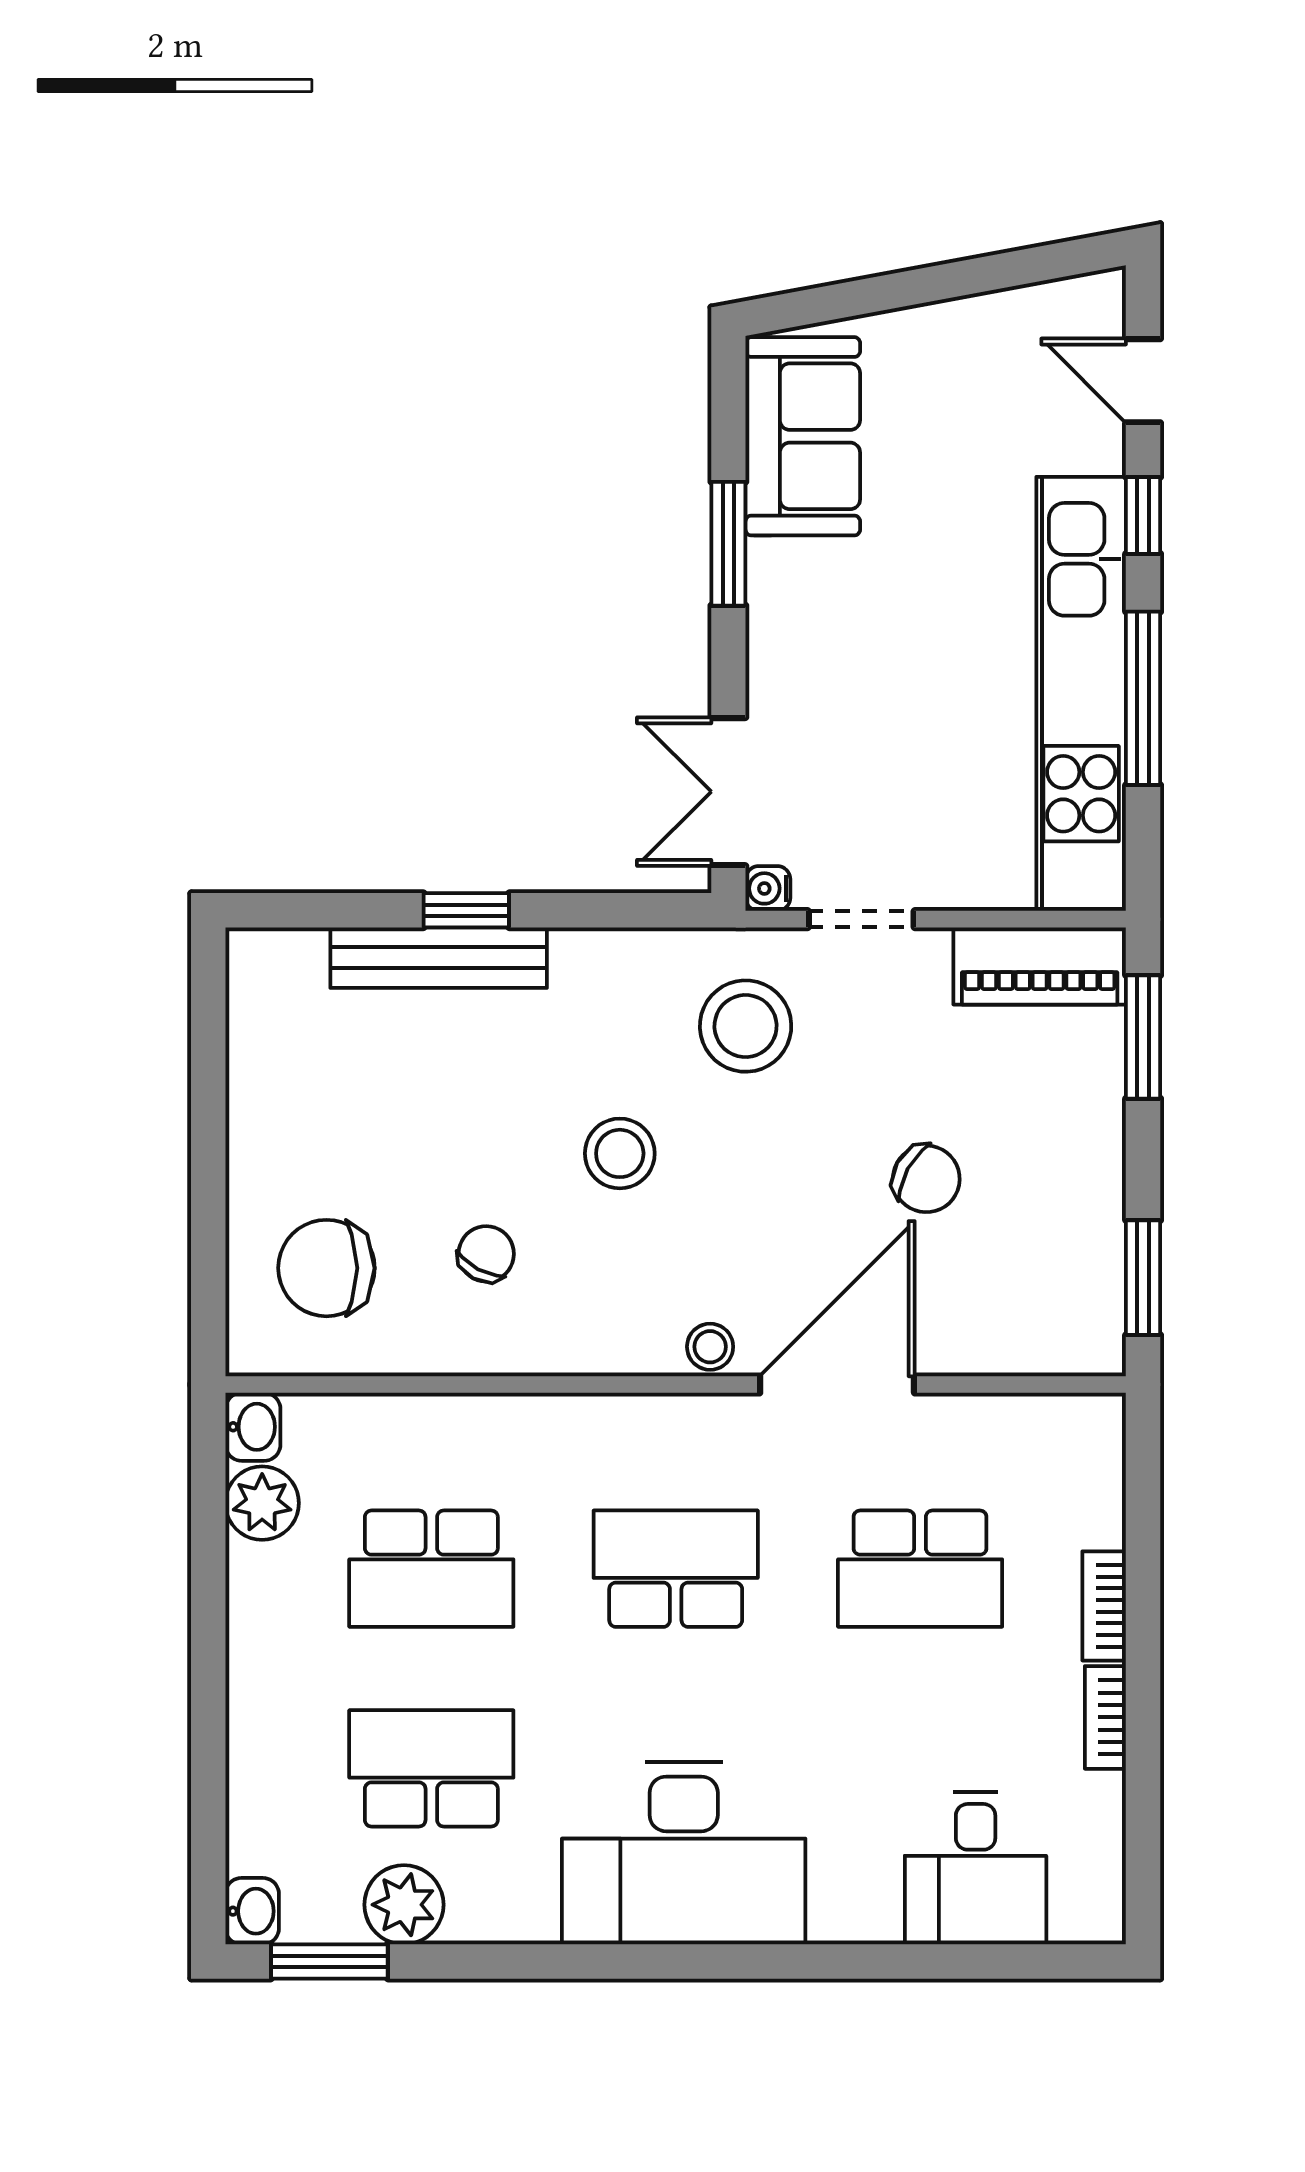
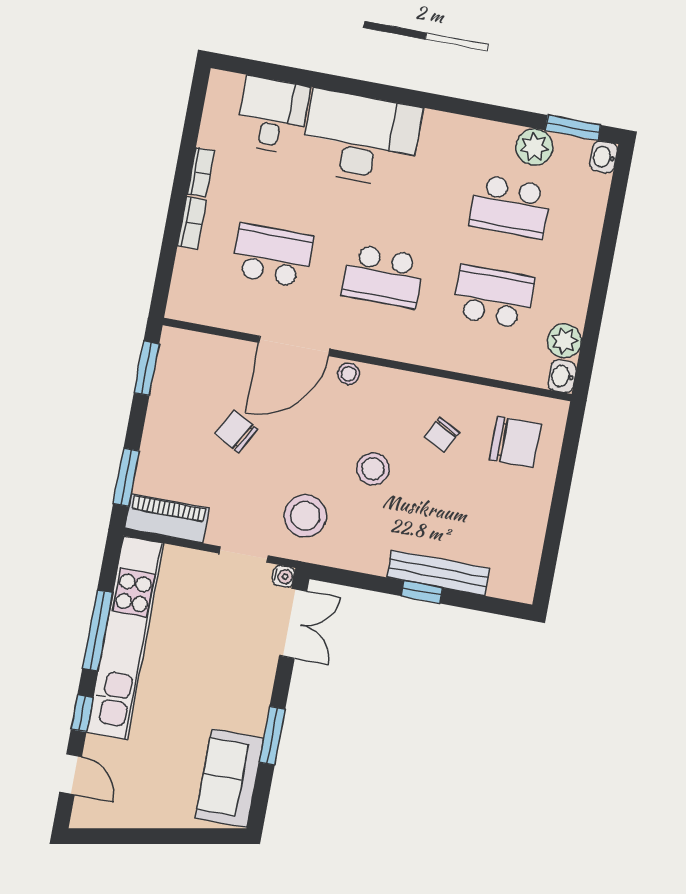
desk: (684, 1853) -> (361, 139), moved

